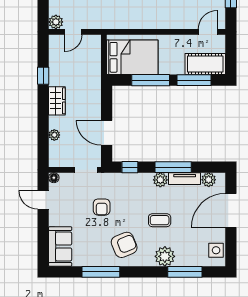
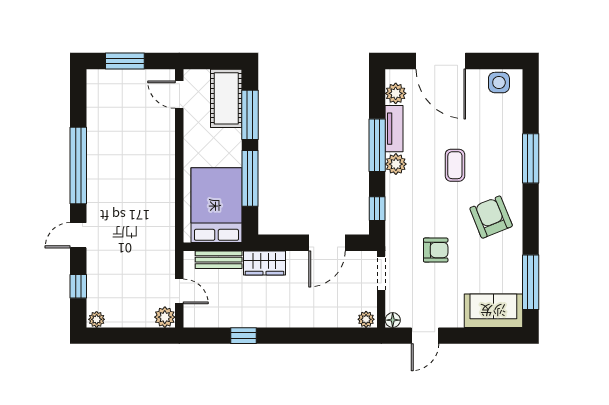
bench: (95, 59) -> (219, 260), added
wardrobe: (57, 101) -> (264, 263), moved, turned 180
plant: (54, 135) -> (366, 319), moved
plant: (165, 256) -> (508, 158), removed
window: (101, 272) -> (531, 282), moved
window: (185, 272) -> (531, 158), moved

